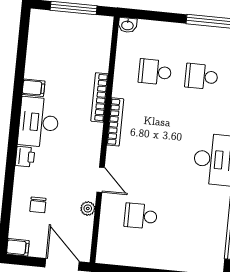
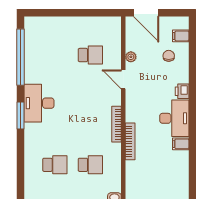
filing cabinet: (18, 247) -> (181, 36), moved

